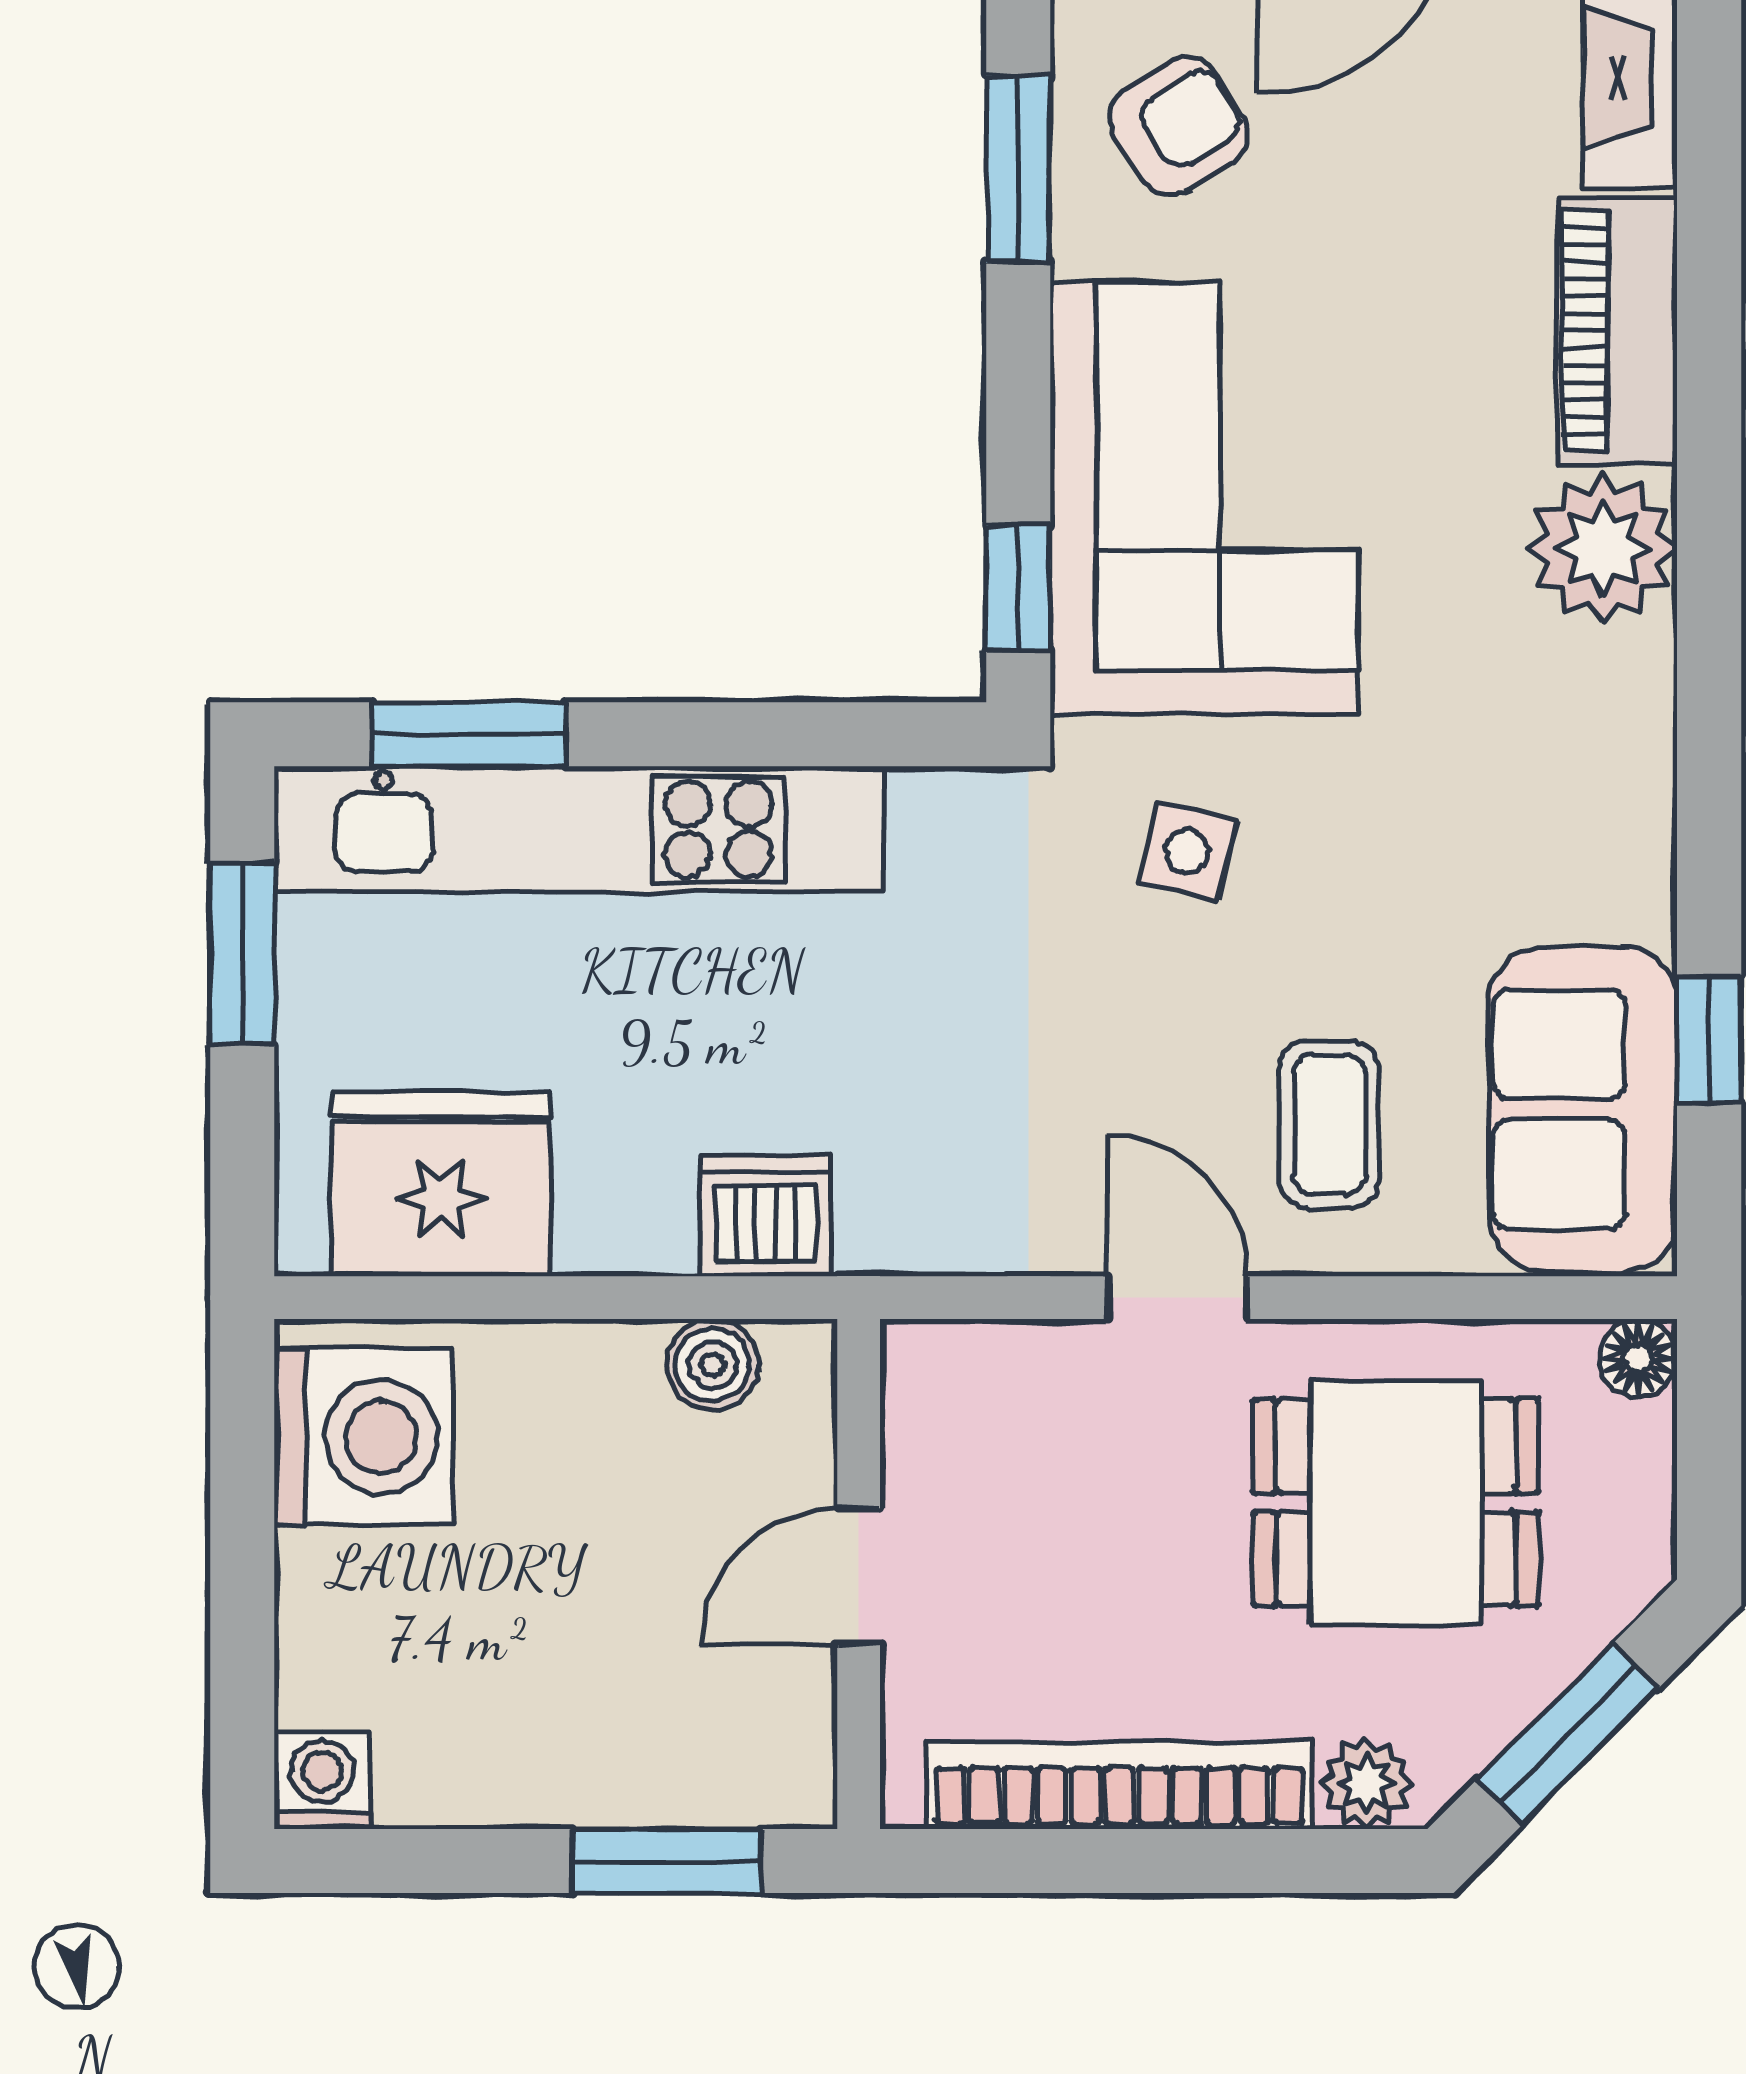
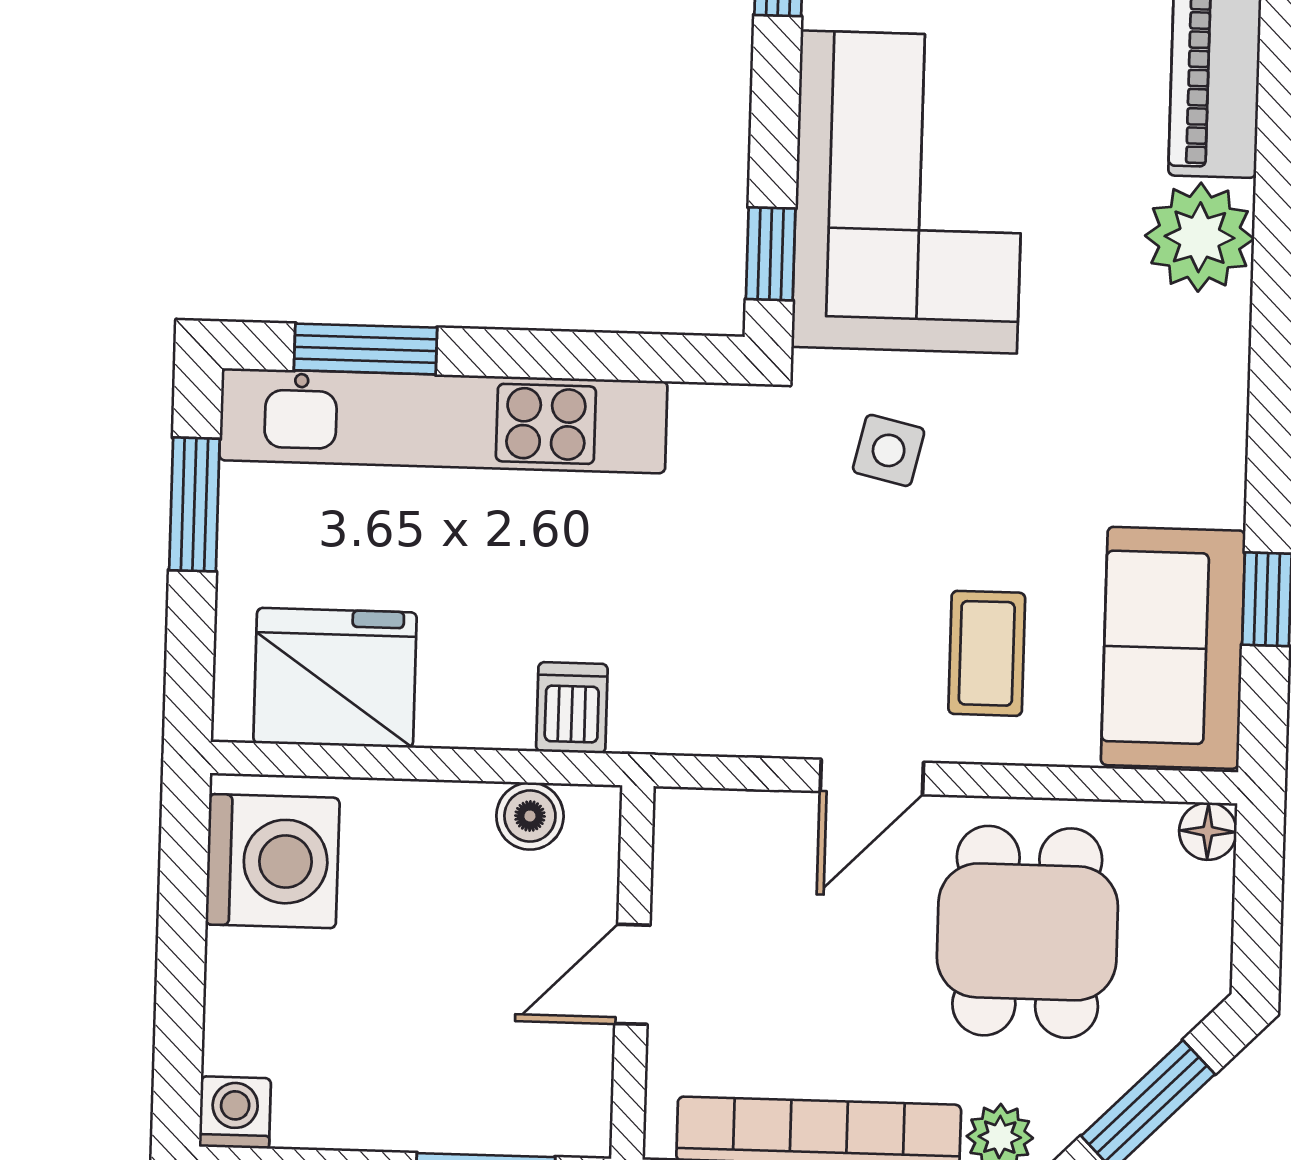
dishwasher: (765, 1215) -> (572, 708), width x0.73
door: (1177, 1298) -> (872, 777), swing flipped
dining table: (1396, 1503) -> (1027, 932), turned 90

